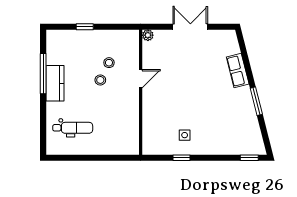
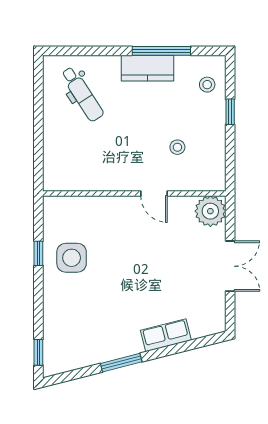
plant: (148, 35) -> (210, 211), width x1.88, depth x1.88
stool: (100, 80) -> (207, 85), moved
dental chair: (73, 128) -> (82, 94), turned -33
side table: (185, 135) -> (72, 258), width x1.87, depth x1.87

